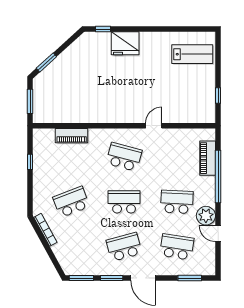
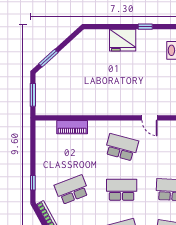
window: (103, 29) -> (145, 27), moved
door: (154, 126) -> (150, 118), swing flipped
window: (30, 162) -> (33, 183), moved

